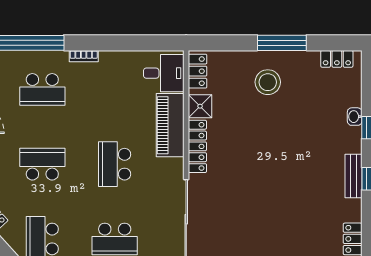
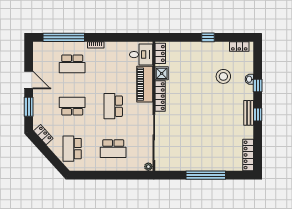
window: (282, 43) -> (208, 37), width x0.46
stool: (268, 82) -> (223, 76), moved

